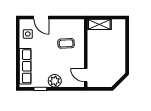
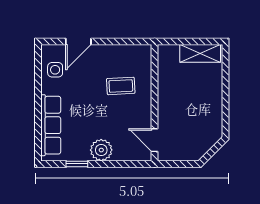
door: (41, 17) -> (78, 41), hinge flipped
shelving: (99, 24) -> (200, 53), moved

